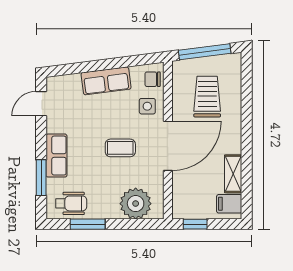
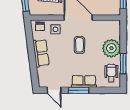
window: (41, 178) -> (79, 90), moved
plant: (136, 204) -> (111, 48), moved

